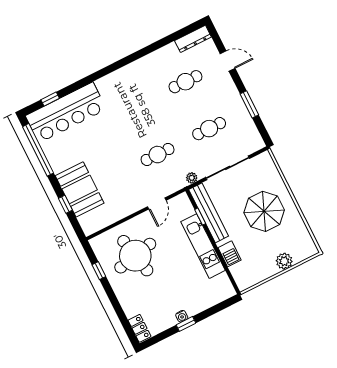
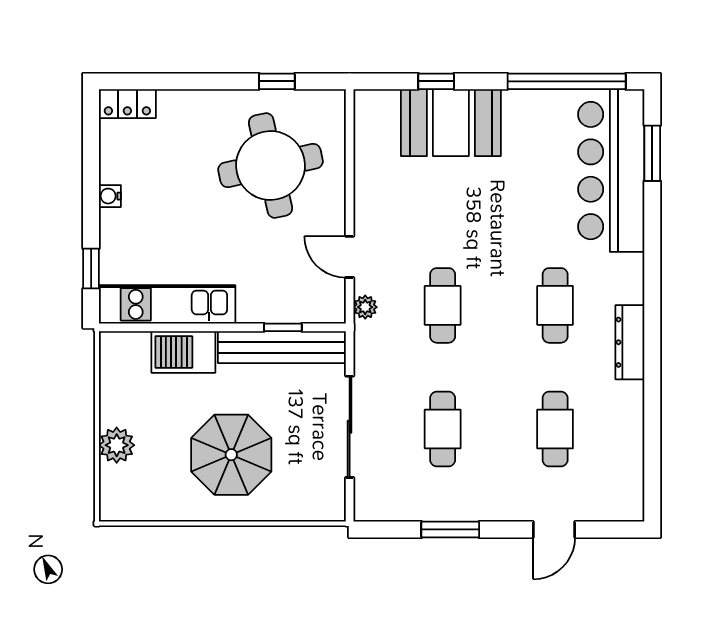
dresser: (193, 39) -> (630, 342), moved
window: (50, 99) -> (652, 153), width x1.50
cafe table: (134, 108) -> (555, 305), added
plant: (192, 178) -> (365, 307), moved
kitchen unit: (203, 246) -> (167, 304), moved
barbecue: (230, 254) -> (183, 352), width x1.38, depth x1.27
window: (186, 324) -> (91, 268), moved

